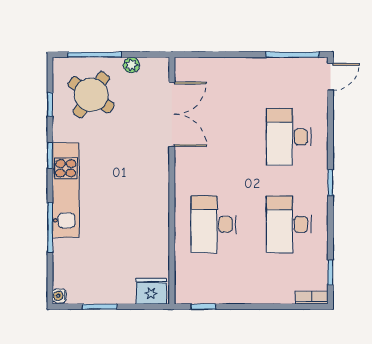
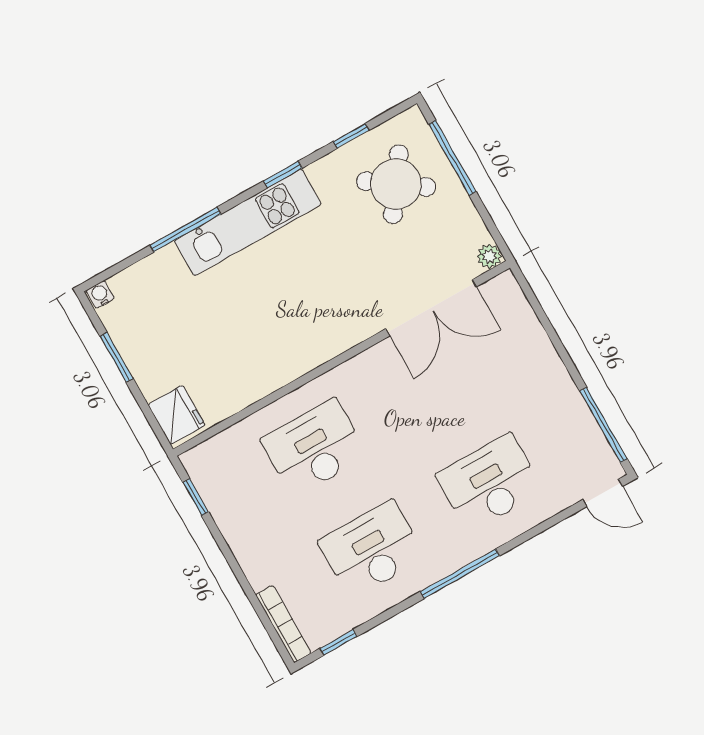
plant: (131, 65) -> (489, 256), moved
window: (330, 183) -> (460, 574), width x2.17
bookcase: (312, 298) -> (283, 624), width x1.56

